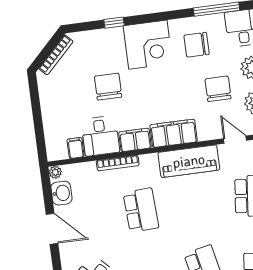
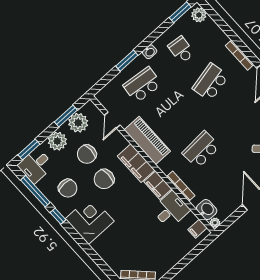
window: (114, 23) -> (58, 216), moved
chair: (108, 87) -> (104, 179), moved
filing cabinet: (76, 148) -> (197, 229), moved
washbasin: (61, 193) -> (207, 210), moved, turned 90

